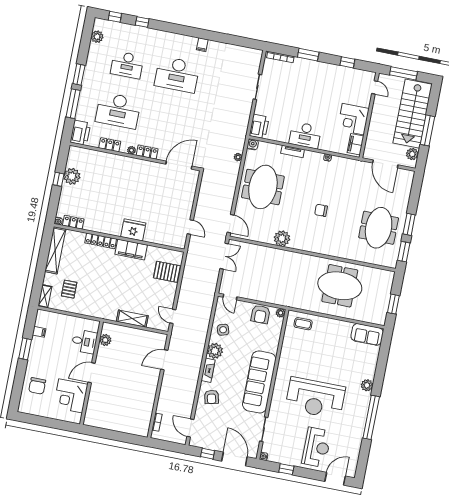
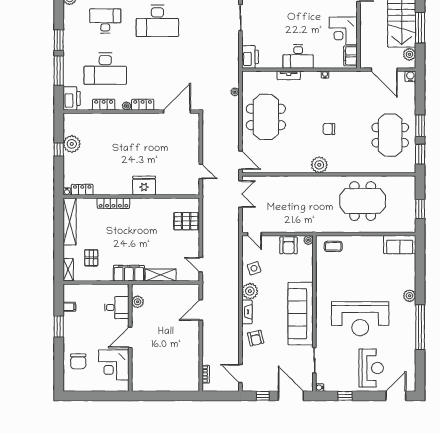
desk: (127, 65) -> (105, 21), turned 180
water cooler: (253, 144) -> (410, 76), moved
plant: (282, 238) -> (319, 165), moved
filing cabinet: (131, 250) -> (129, 273), moved, turned 180

